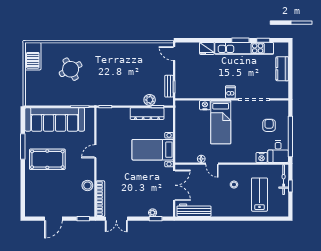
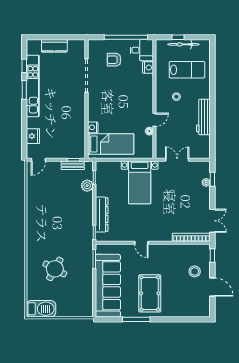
fridge: (207, 48) -> (33, 136), moved
round table: (71, 69) -> (55, 269), turned -33
dishwasher: (230, 92) -> (79, 100), removed
dresser: (147, 114) -> (102, 215), moved
bed: (221, 122) -> (111, 144), moved
bicycle: (284, 180) -> (183, 44), moved
stool: (87, 185) -> (195, 271), moved
double door: (174, 185) -> (177, 160), width x0.73
lab bench: (259, 195) -> (187, 70), turned 180
workbench: (194, 210) -> (203, 117), moved

